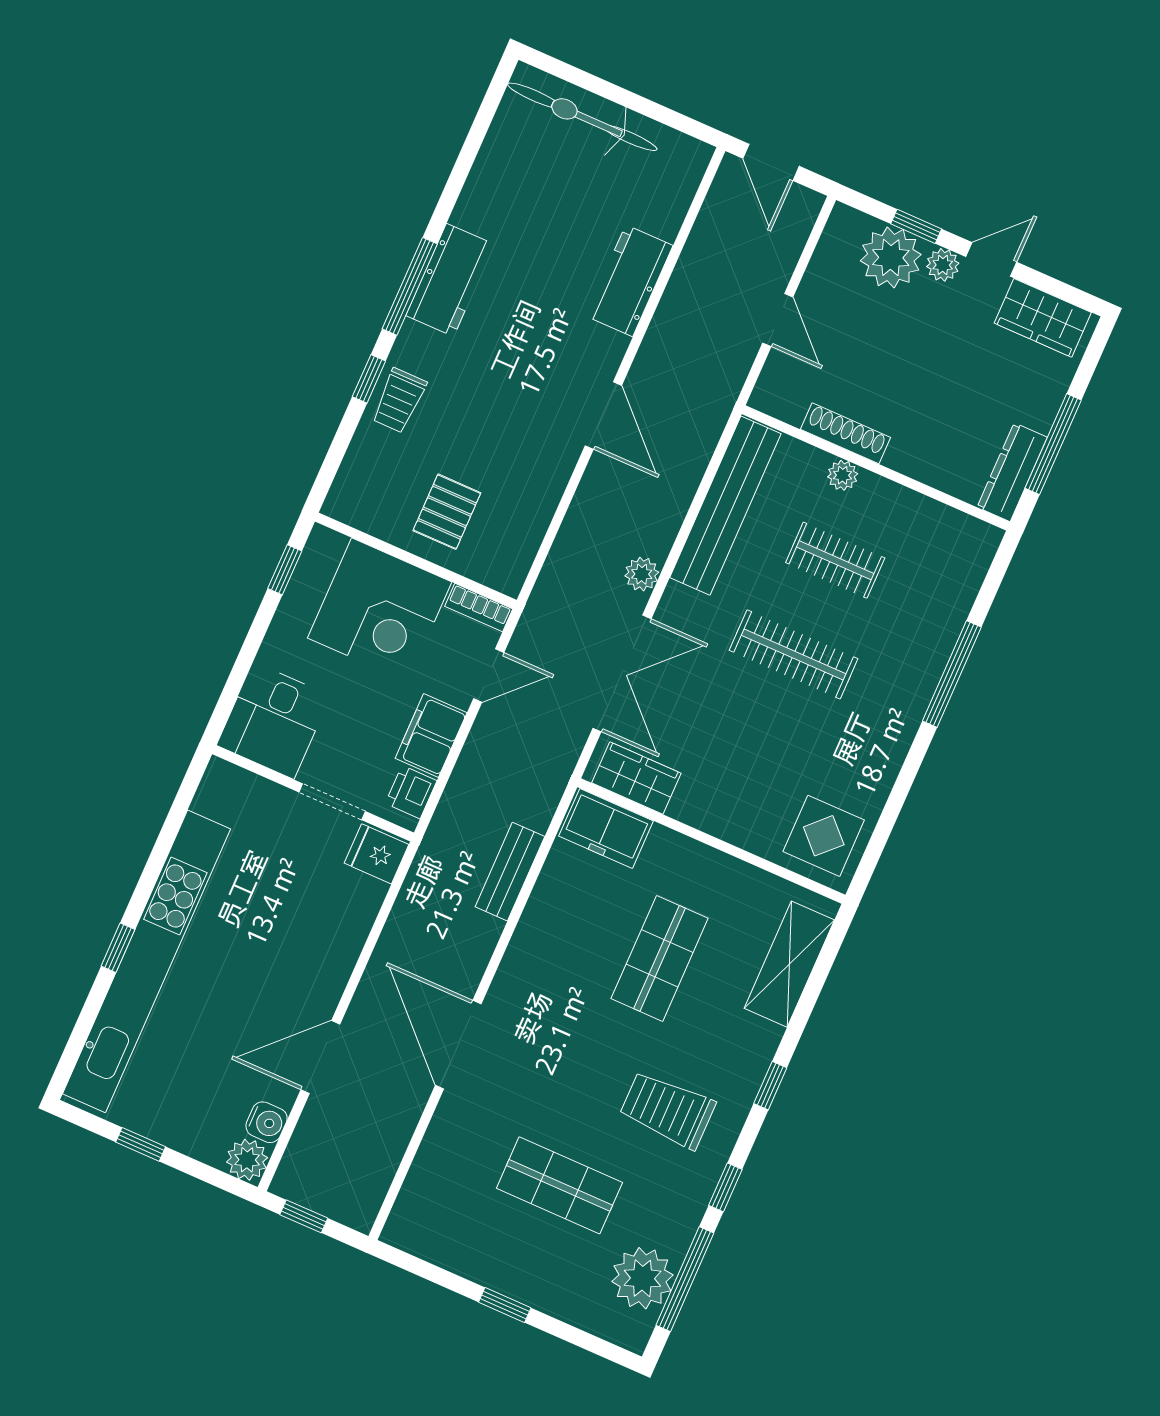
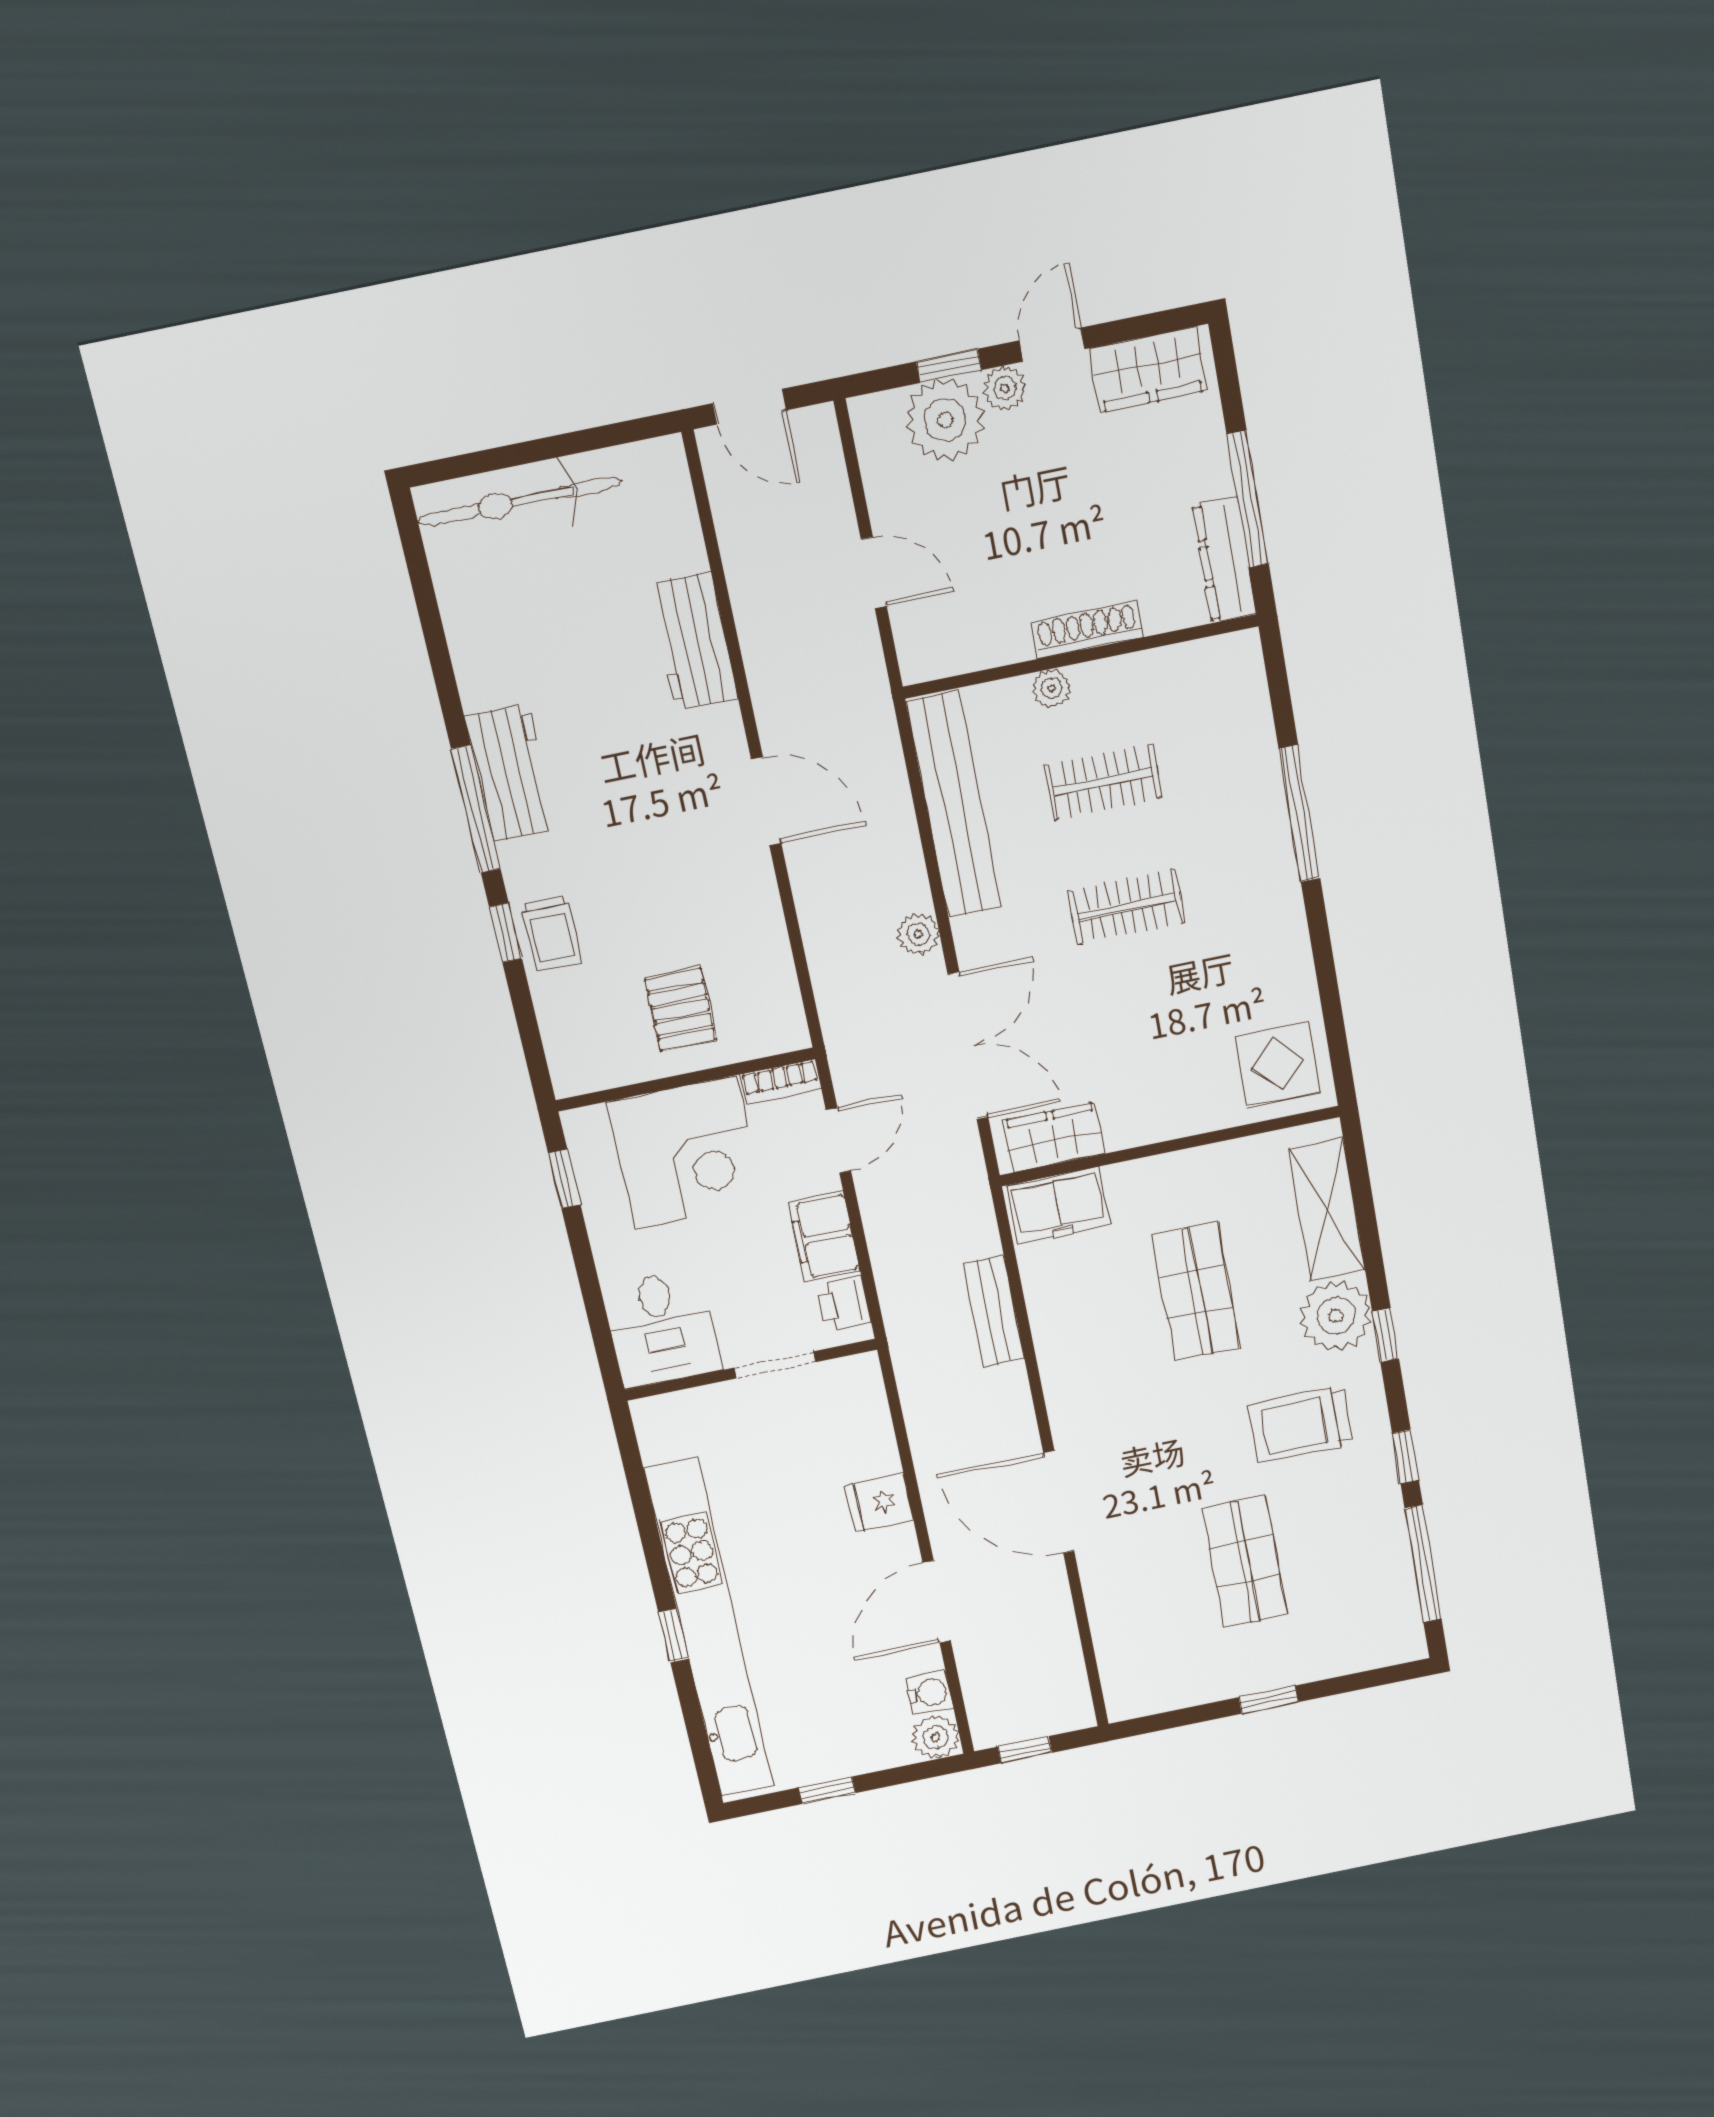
shoe rack: (846, 433) -> (1087, 630), moved
clothes rail: (794, 654) -> (1126, 907), width x0.73
fridge: (377, 854) -> (879, 1503), moved
shop shelf: (559, 1185) -> (1245, 1562), turned 90
plant: (642, 1278) -> (1336, 1316), moved

